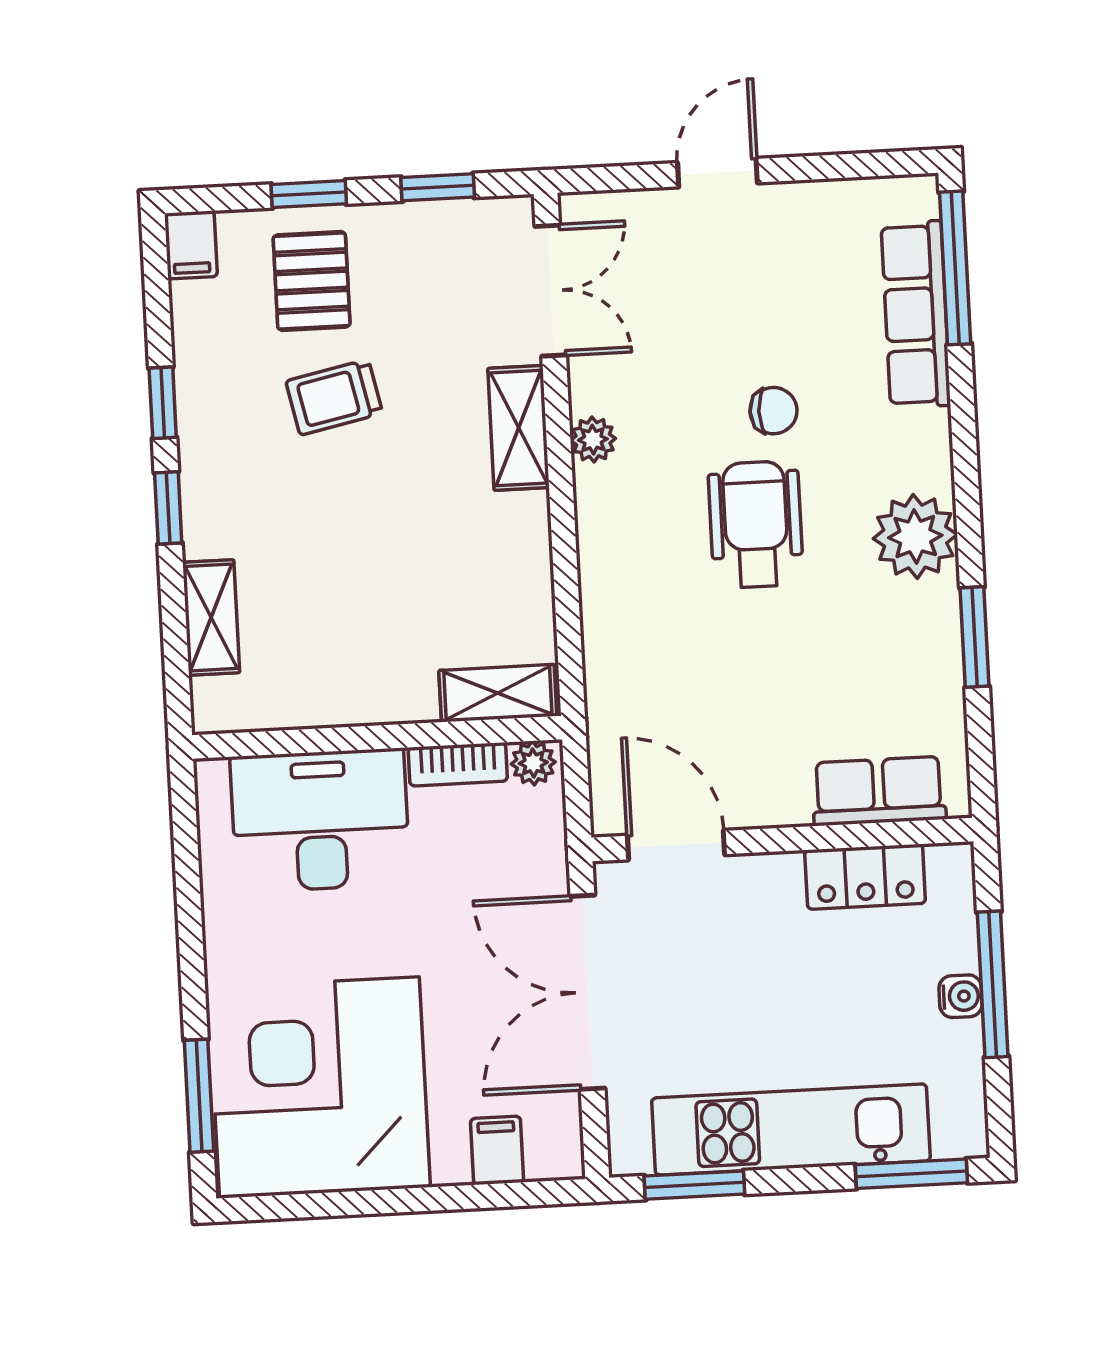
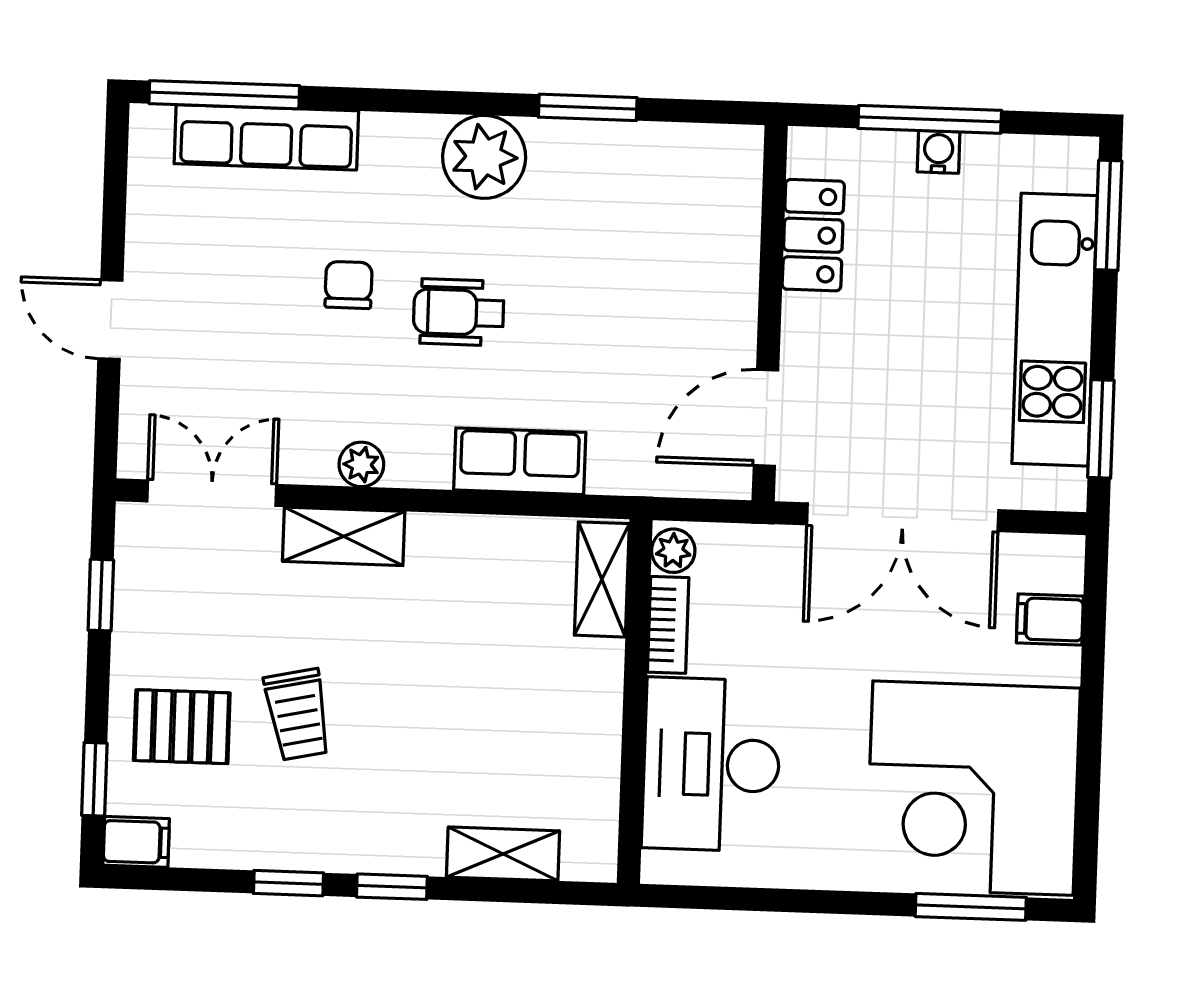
window: (309, 194) -> (94, 779), moved
wheelchair: (756, 524) -> (459, 312), width x0.73, depth x0.73
row of seats: (879, 791) -> (520, 461), moved, turned 90

